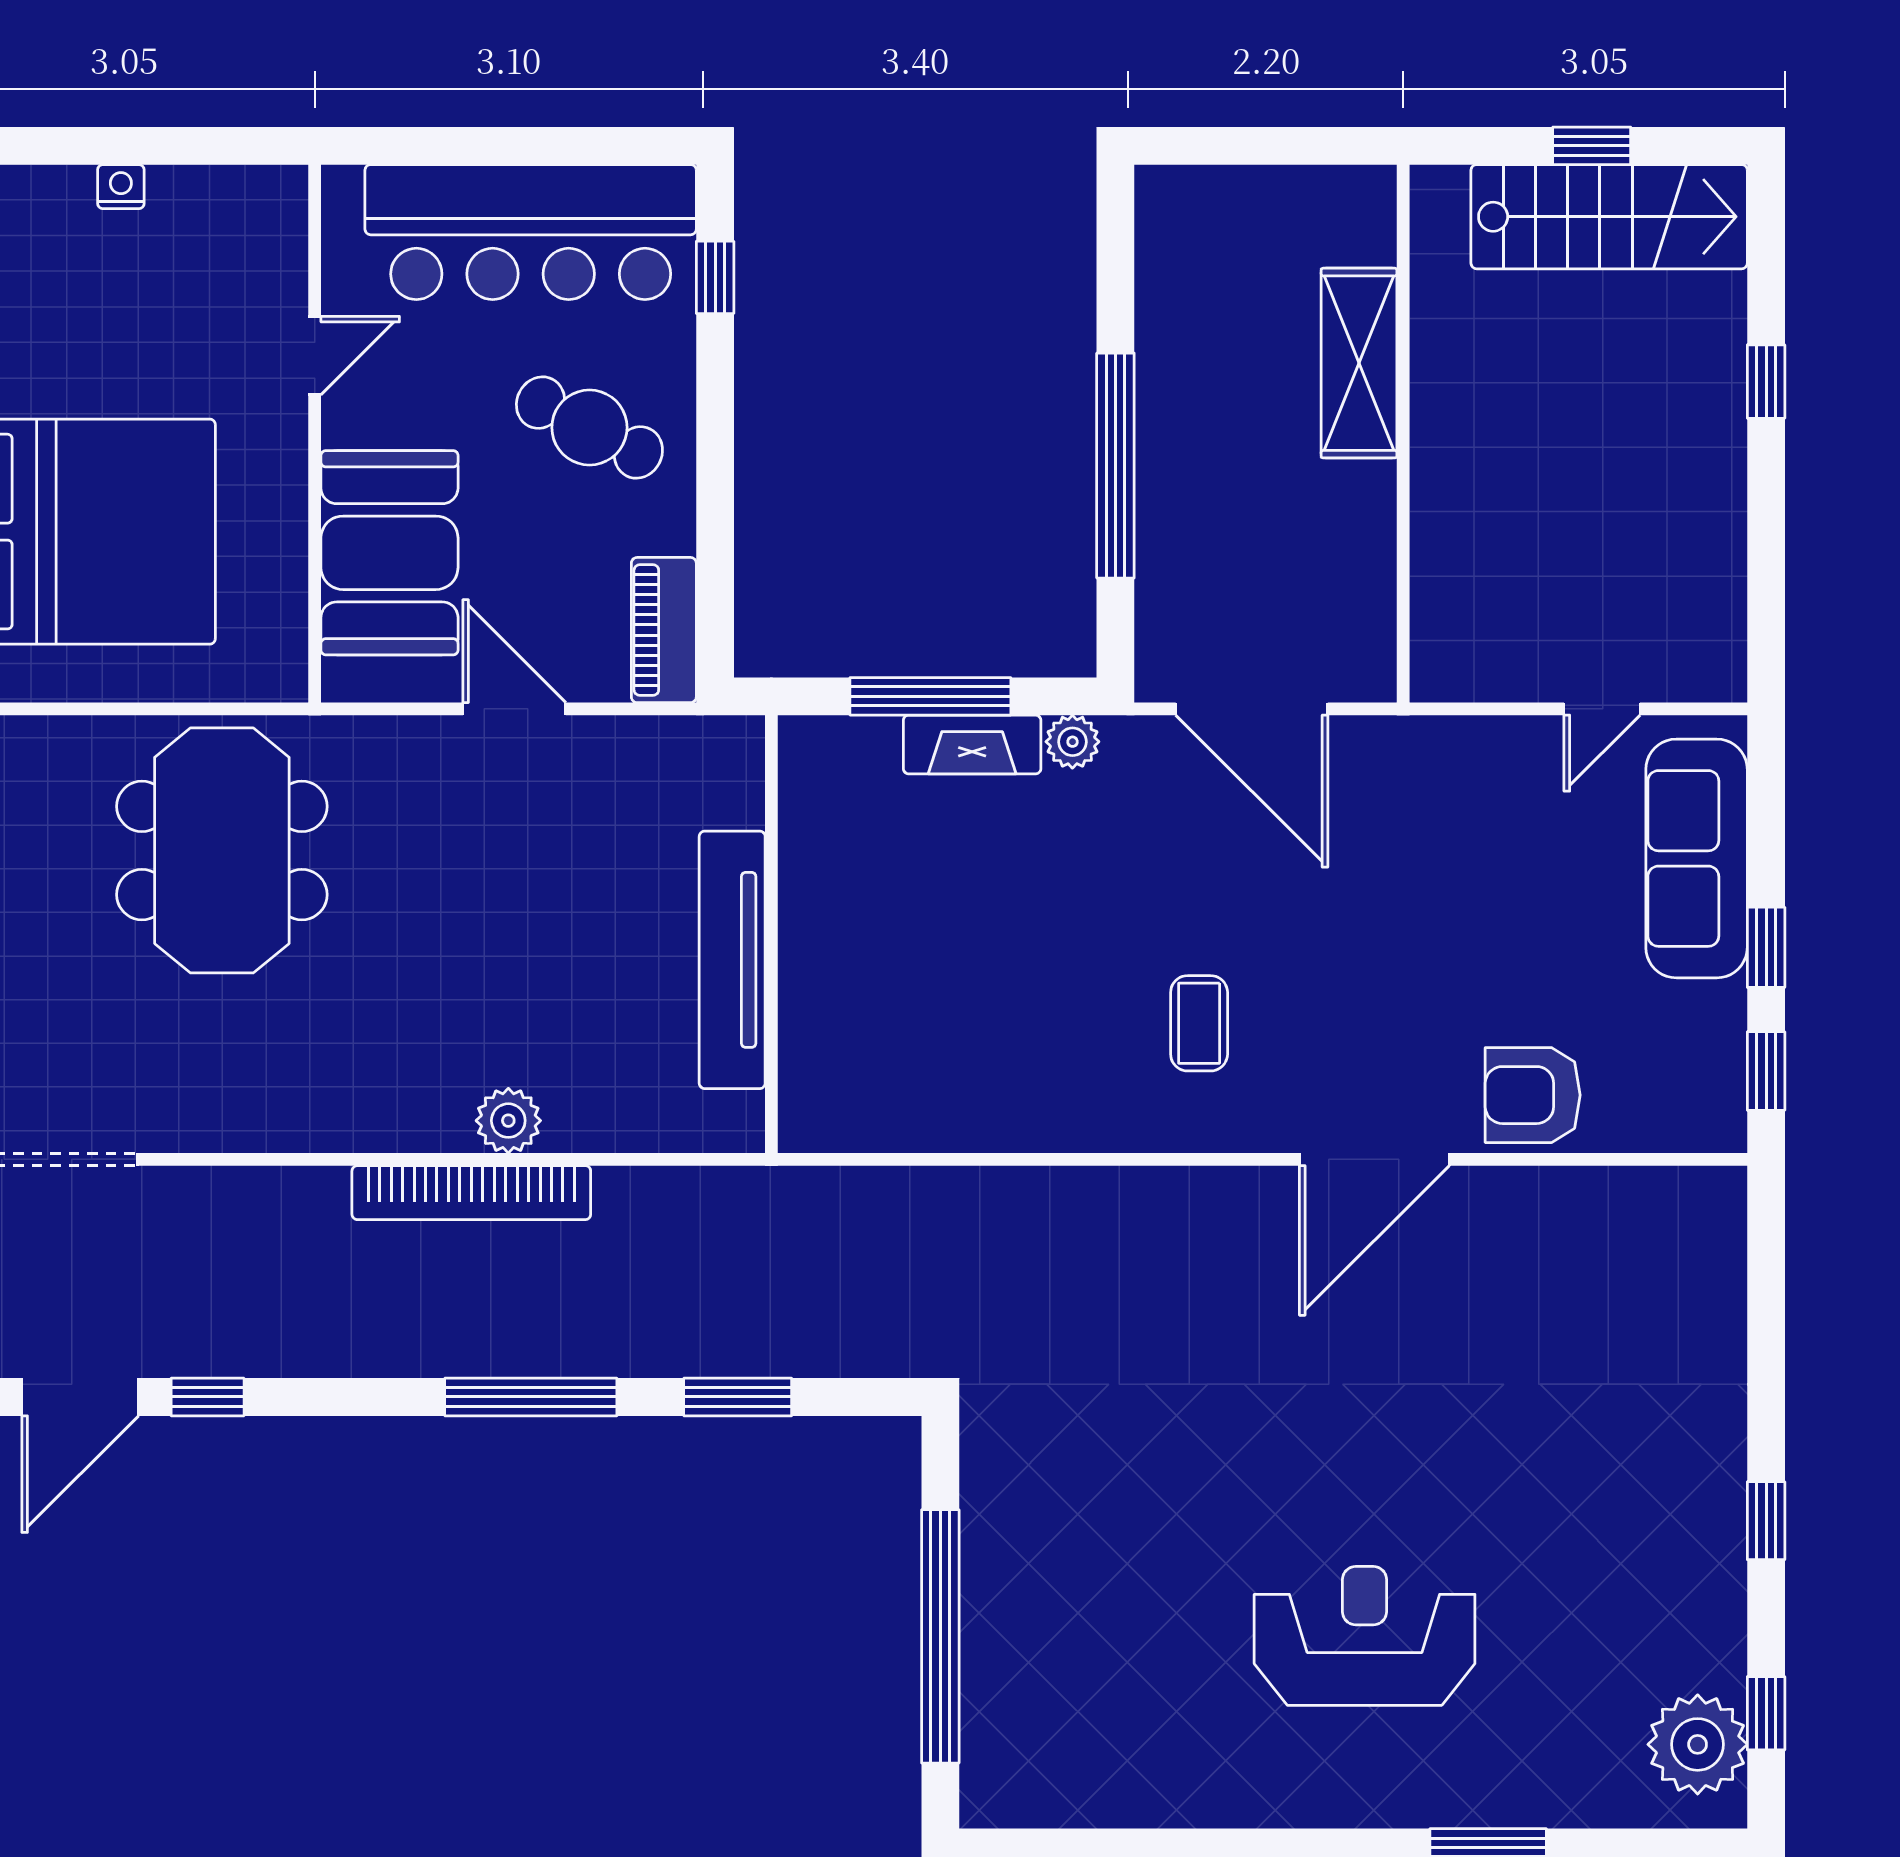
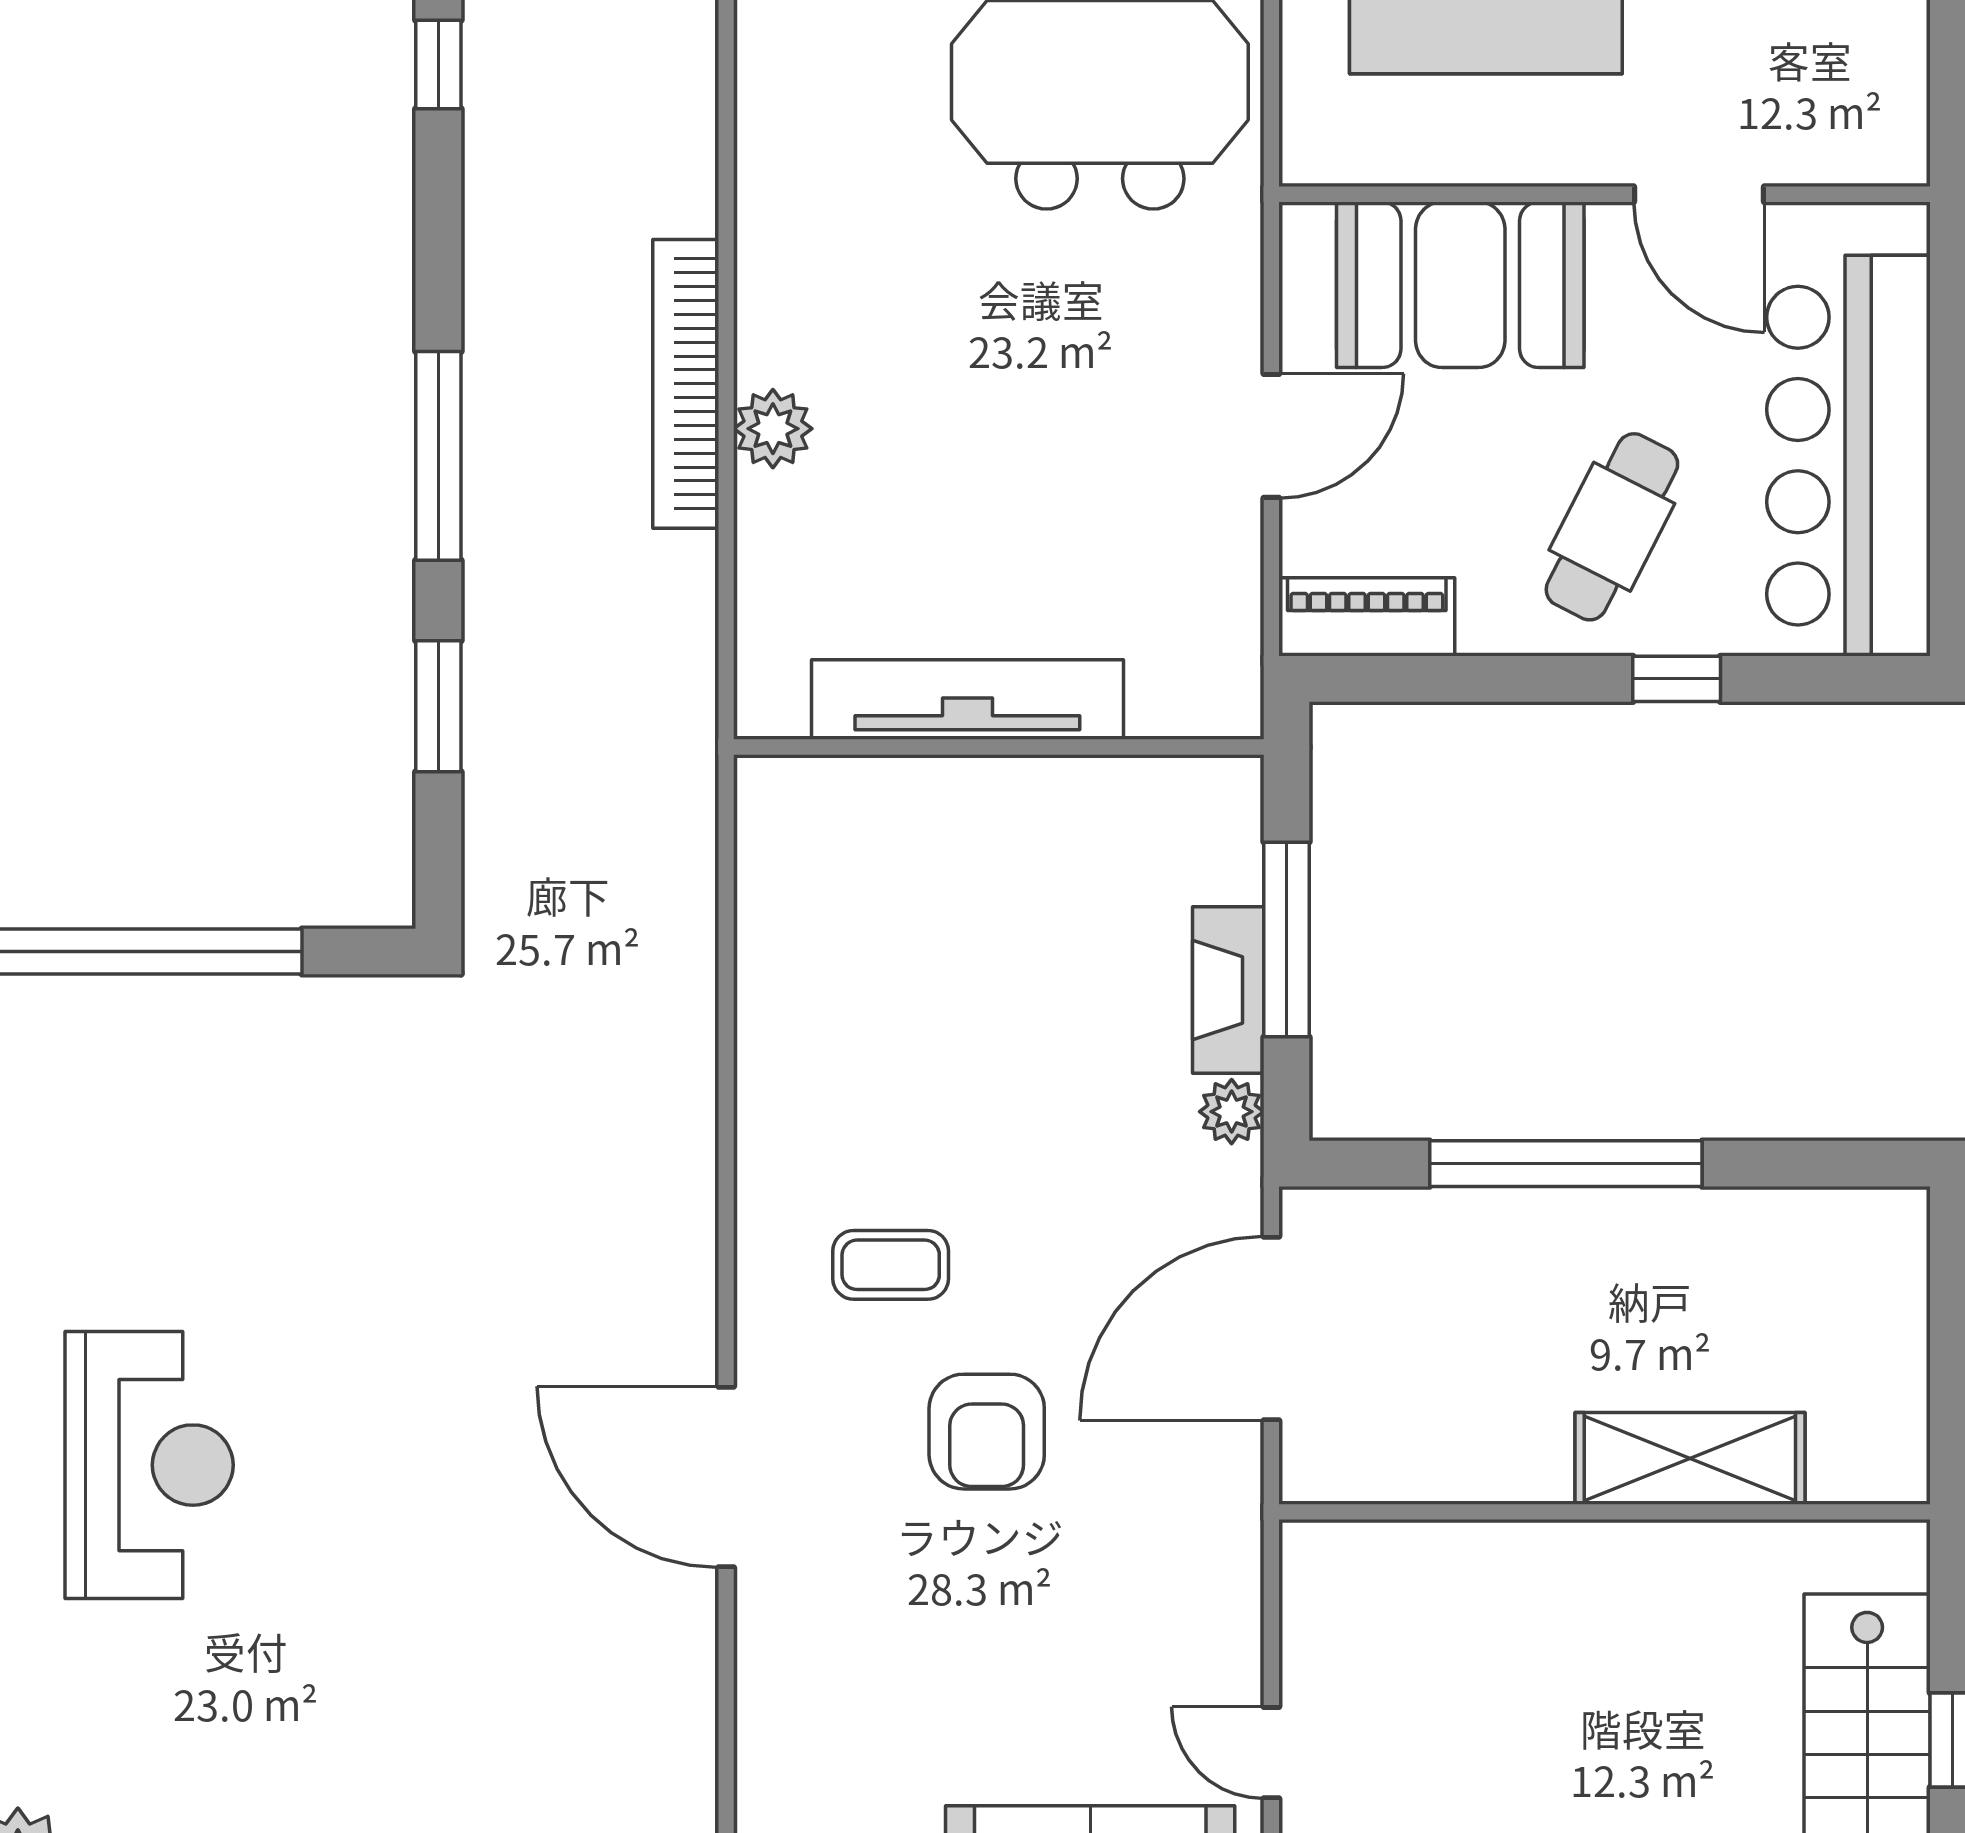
window: (715, 277) -> (1677, 679), moved
door: (315, 356) -> (1699, 194), width x1.38
armchair: (1533, 1095) -> (987, 1432), moved, turned 180

